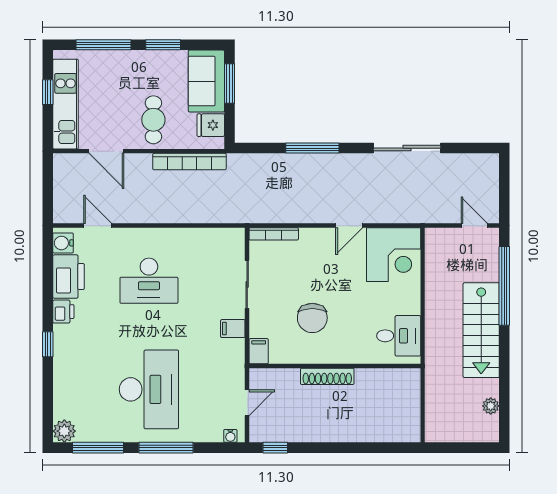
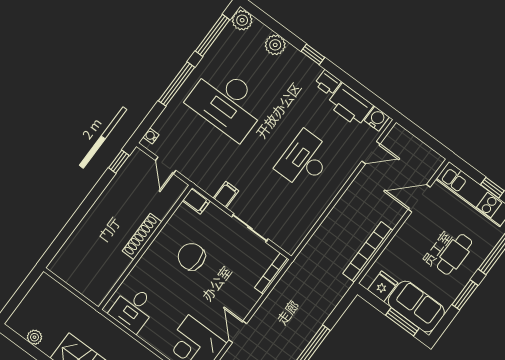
cafe table: (153, 120) -> (455, 254), moved, turned 90
plant: (64, 385) -> (275, 45), added

